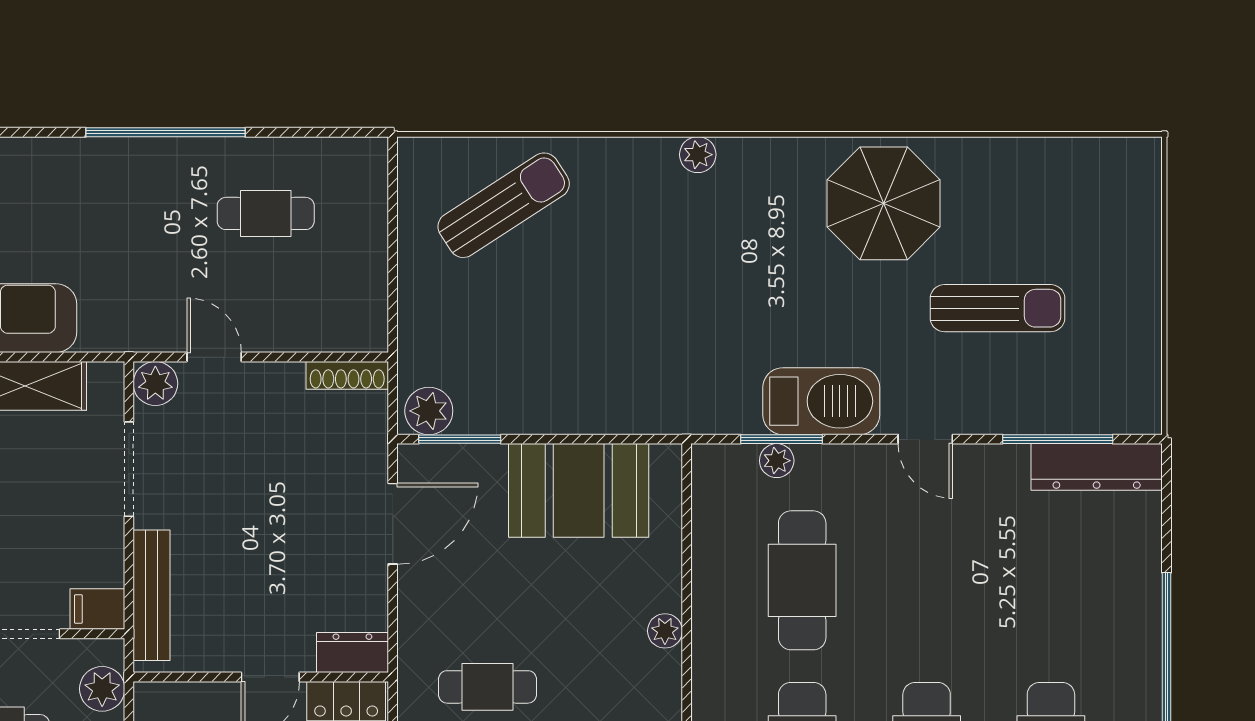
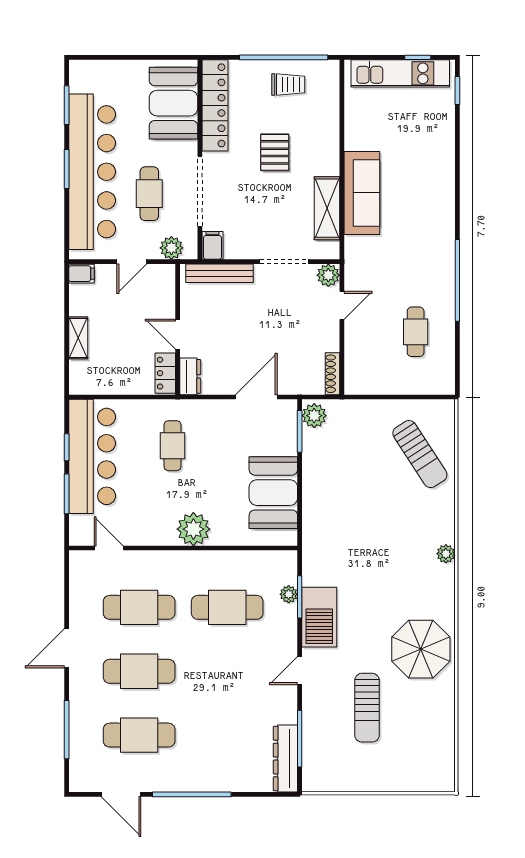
door: (393, 524) -> (256, 397), swing flipped
plant: (665, 631) -> (193, 529), width x1.87, depth x1.87

